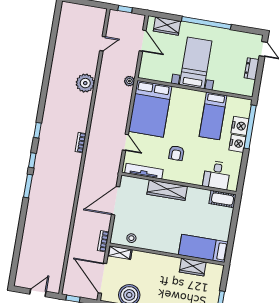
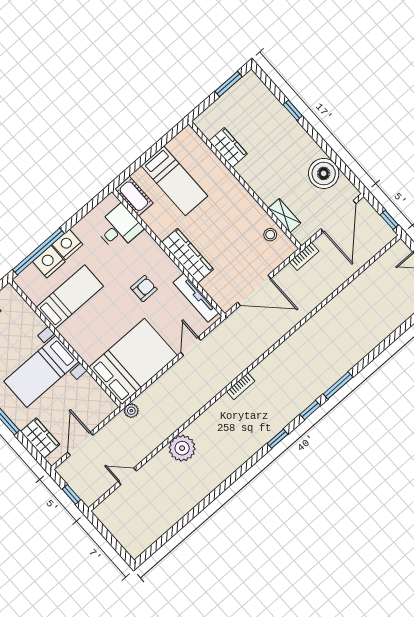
bed: (203, 248) -> (174, 181), moved
shelving: (120, 253) -> (284, 216), moved

